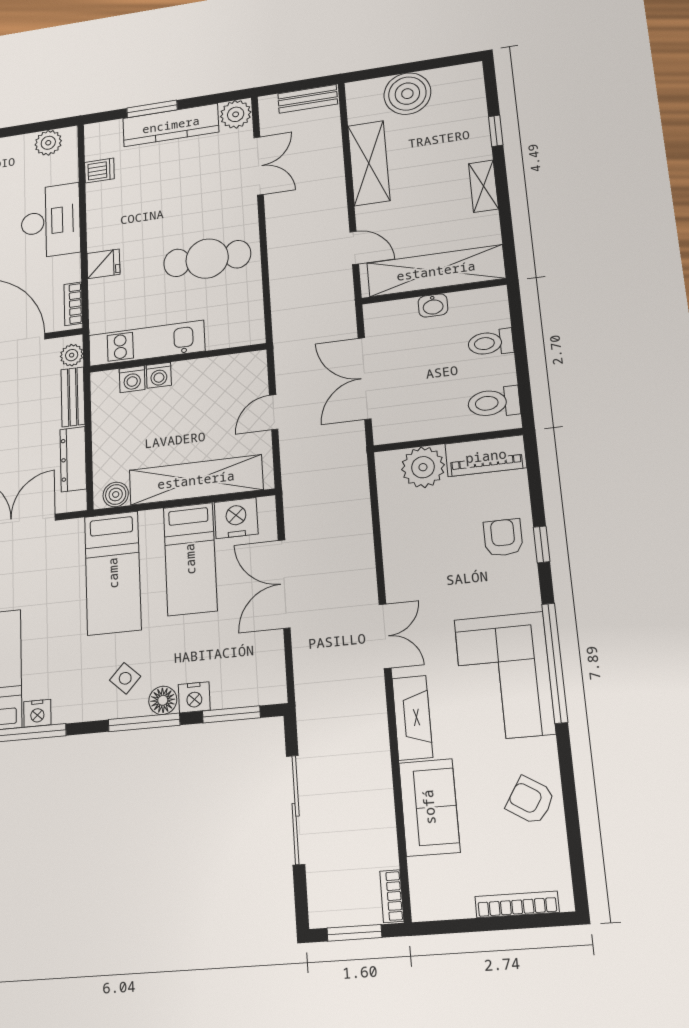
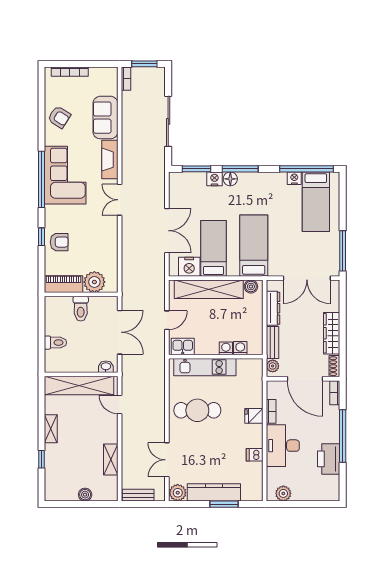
boiler: (407, 94) -> (85, 495), width x0.54, depth x0.54
shelving: (369, 163) -> (111, 460), width x0.67, depth x0.75
dishwasher: (99, 171) -> (255, 455), moved
bookcase: (73, 304) -> (271, 411), moved
washbasin: (433, 306) -> (106, 367), moved
kitchen unit: (147, 343) -> (205, 367), moved
kitchen sink: (241, 368) -> (183, 346), added
toilet: (494, 402) -> (81, 309), moved, turned 90
armchair: (503, 538) -> (59, 242), turned -90
side table: (125, 678) -> (249, 192), removed

